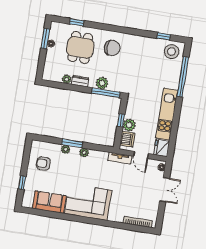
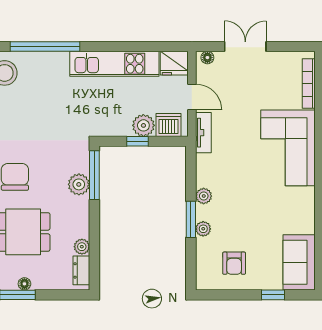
dresser: (80, 81) -> (81, 270), moved
door: (141, 155) -> (192, 97), hinge flipped
sofa: (49, 202) -> (299, 262), moved
corner sofa: (88, 202) -> (288, 148), moved

